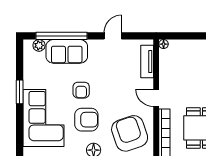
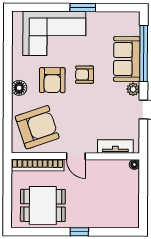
plant: (39, 45) -> (133, 89), moved
door: (156, 98) -> (76, 156), swing flipped

